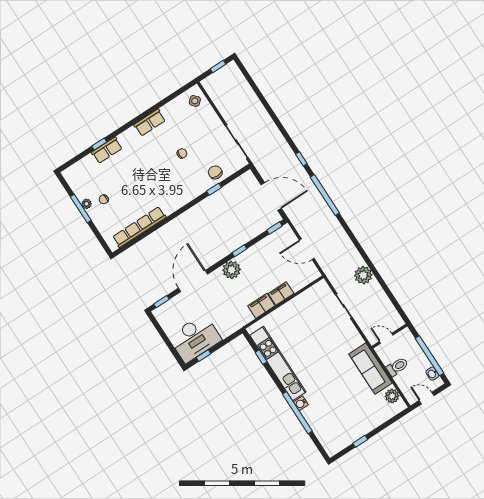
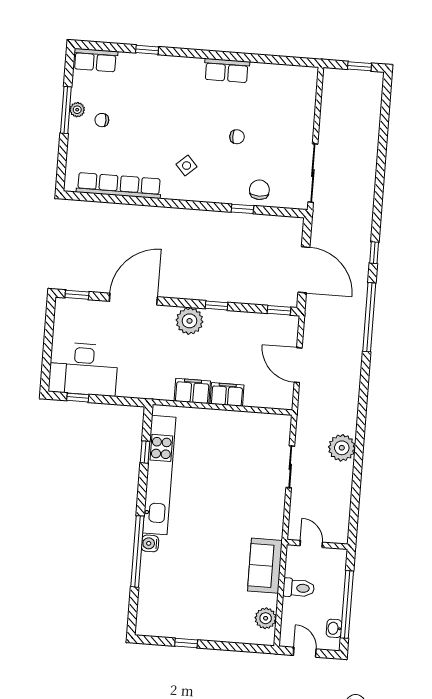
side table: (195, 101) -> (187, 166), moved
row of seats: (107, 150) -> (95, 60), moved
sofa: (370, 369) -> (265, 566), width x0.73

